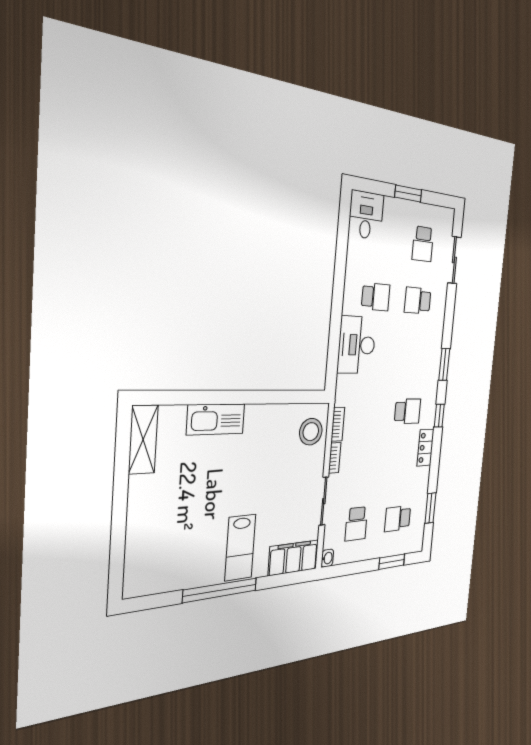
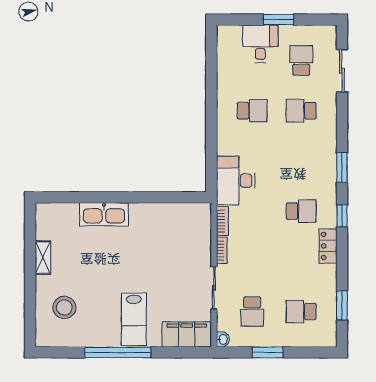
desk: (366, 215) -> (260, 44), moved
school desk: (423, 244) -> (301, 60), turned 180
desk: (357, 345) -> (236, 181), moved
stool: (311, 432) -> (64, 307), moved
shelving: (143, 439) -> (43, 258), moved, width x0.67, depth x0.75
window: (392, 562) -> (268, 352), moved

